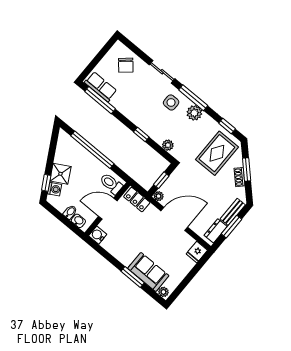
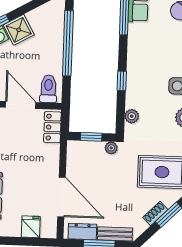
plant: (159, 196) -> (111, 148), moved
door: (174, 219) -> (61, 197), moved
fridge: (197, 252) -> (31, 227), moved, turned 90

